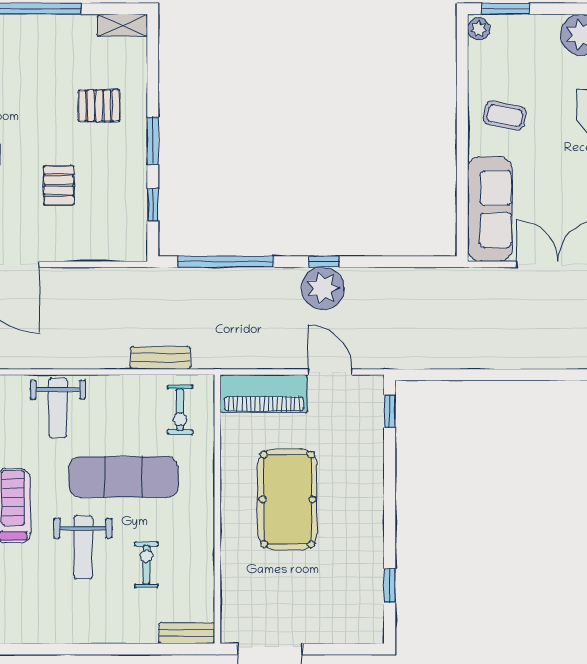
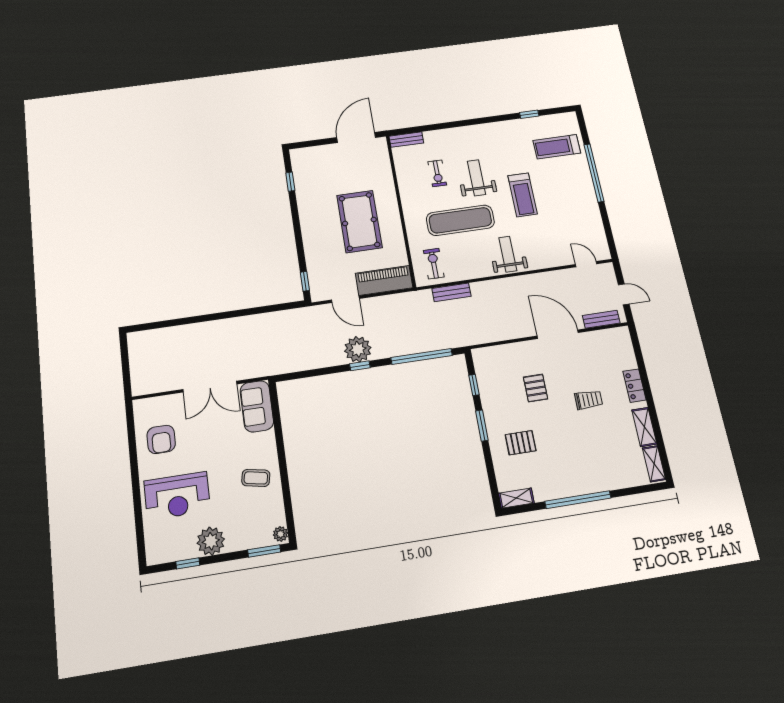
sofa: (490, 209) -> (257, 406), width x0.73

